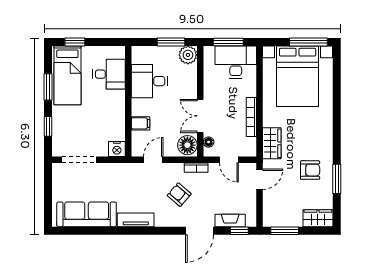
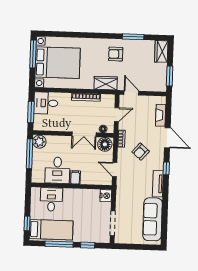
window: (171, 42) -> (29, 154), width x1.44
desk: (236, 62) -> (46, 103), width x0.73
window: (48, 87) -> (59, 244), width x1.44
filing cabinet: (141, 123) -> (75, 177), moved
armchair: (310, 170) -> (116, 54), moved, turned -90
window: (239, 231) -> (166, 168), moved

